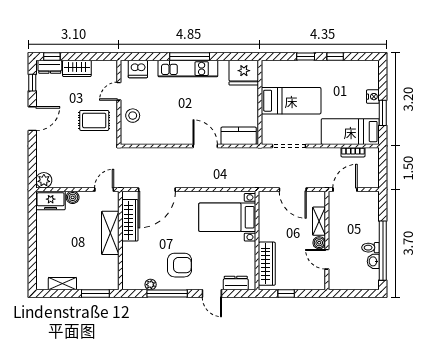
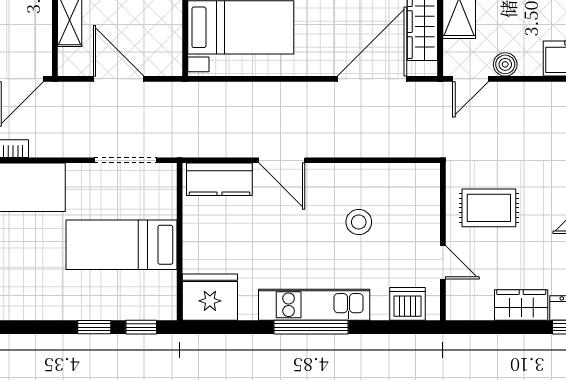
window: (335, 57) -> (141, 327), moved
door: (119, 91) -> (443, 262), hinge flipped
stool: (133, 116) -> (359, 222), moved
boiler: (73, 197) -> (505, 64), moved

